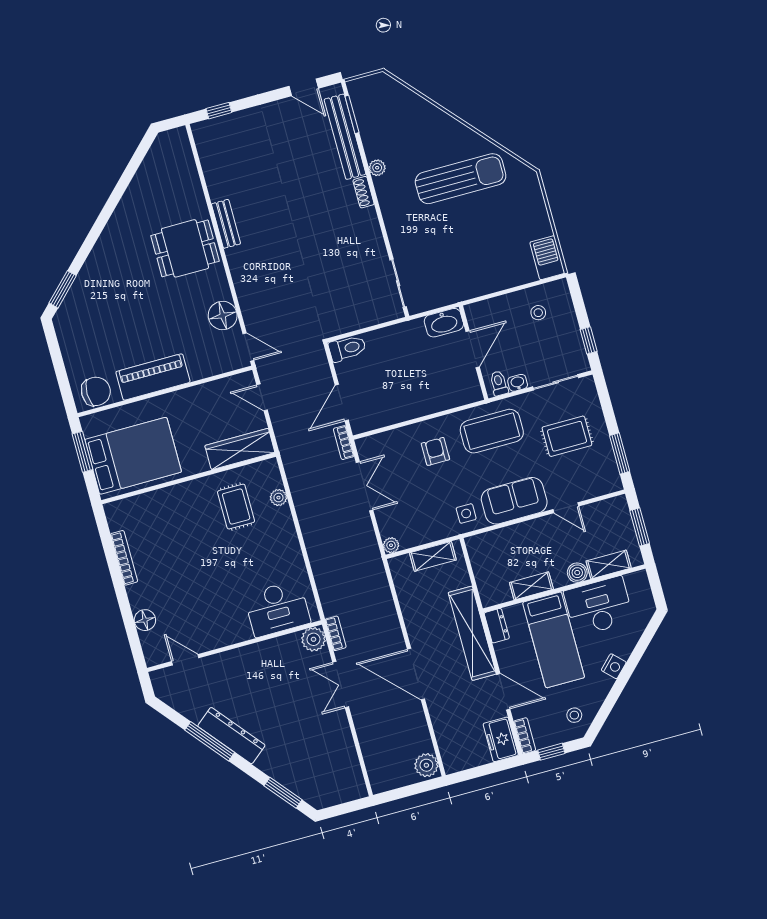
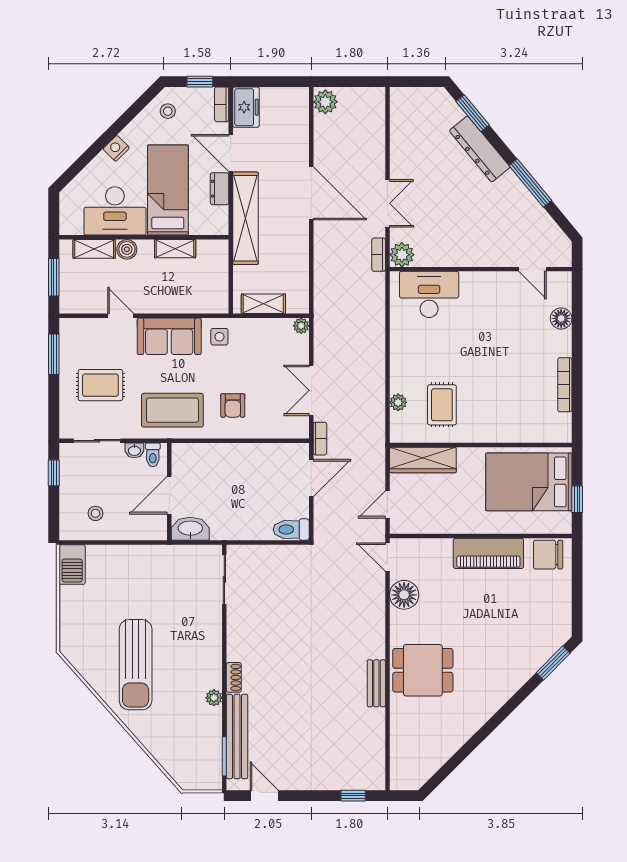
sun lounger: (461, 179) -> (136, 665), turned -90
door: (262, 397) -> (387, 504), swing flipped
window: (82, 452) -> (577, 499), width x0.67
dresser: (497, 626) -> (220, 189), moved
dresser: (231, 736) -> (480, 149), moved

